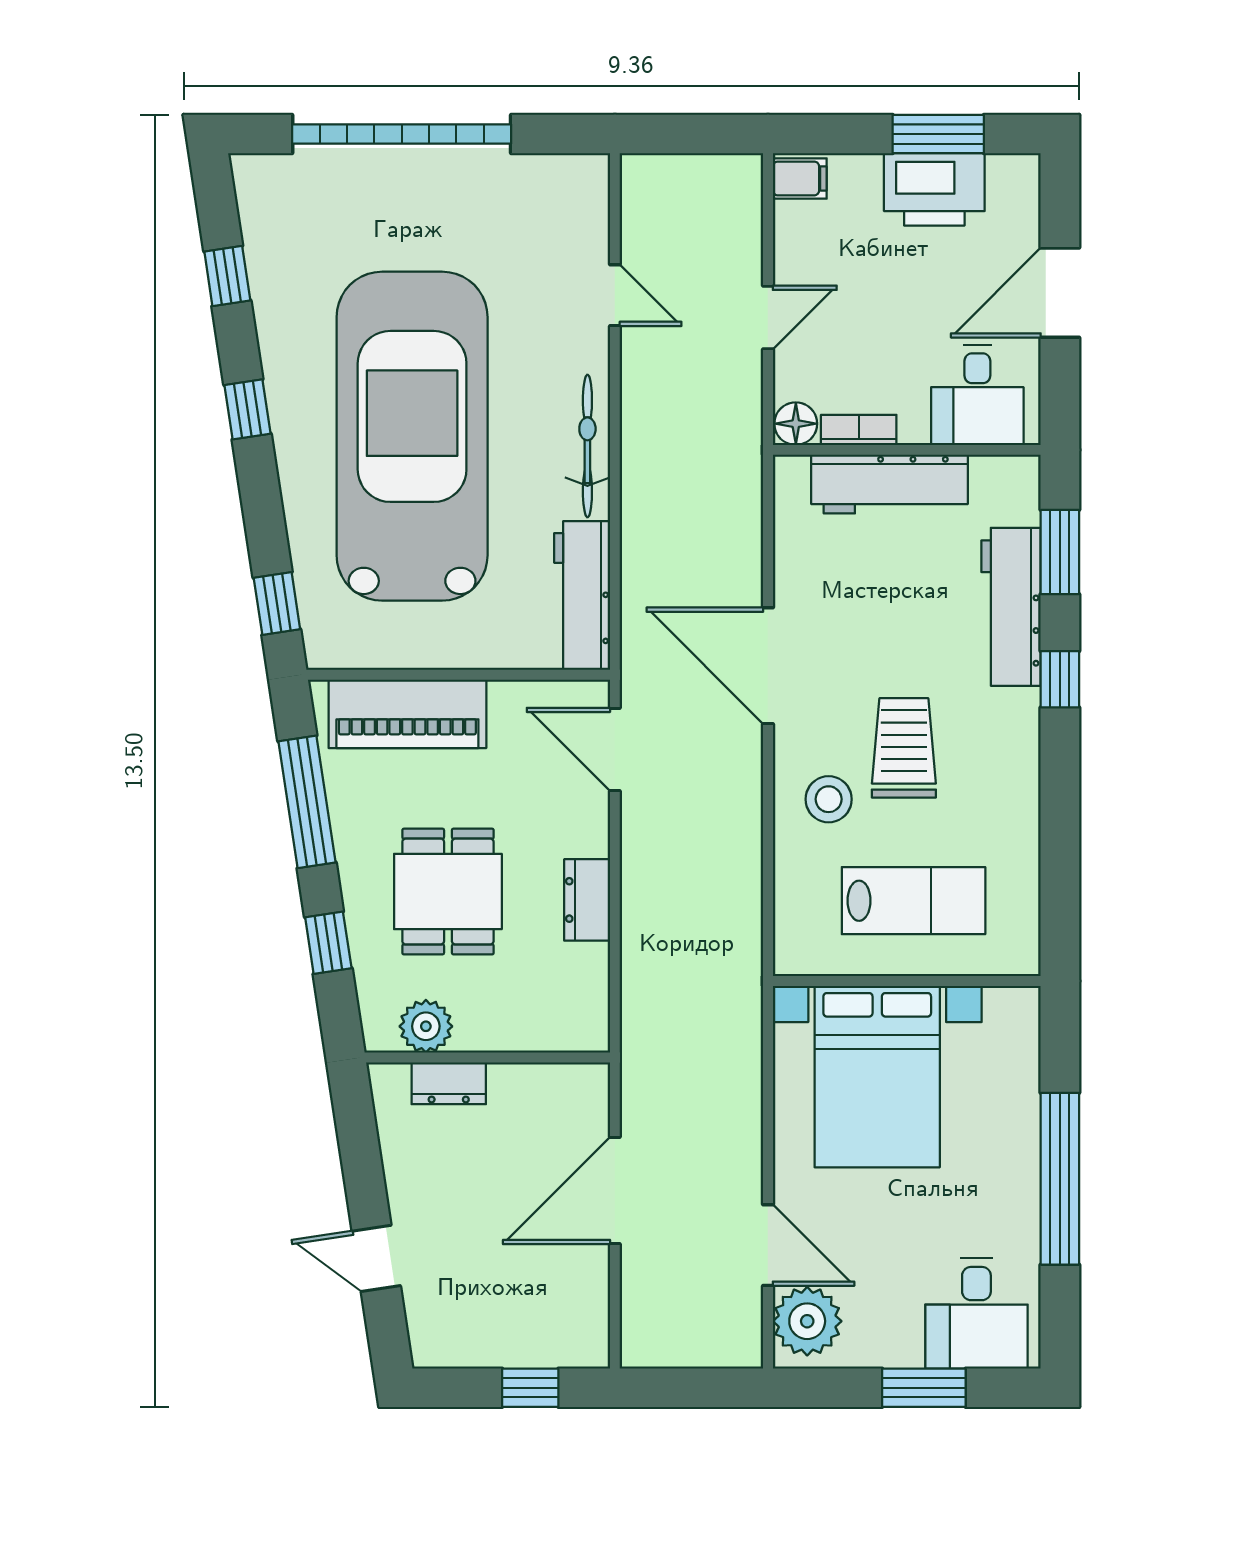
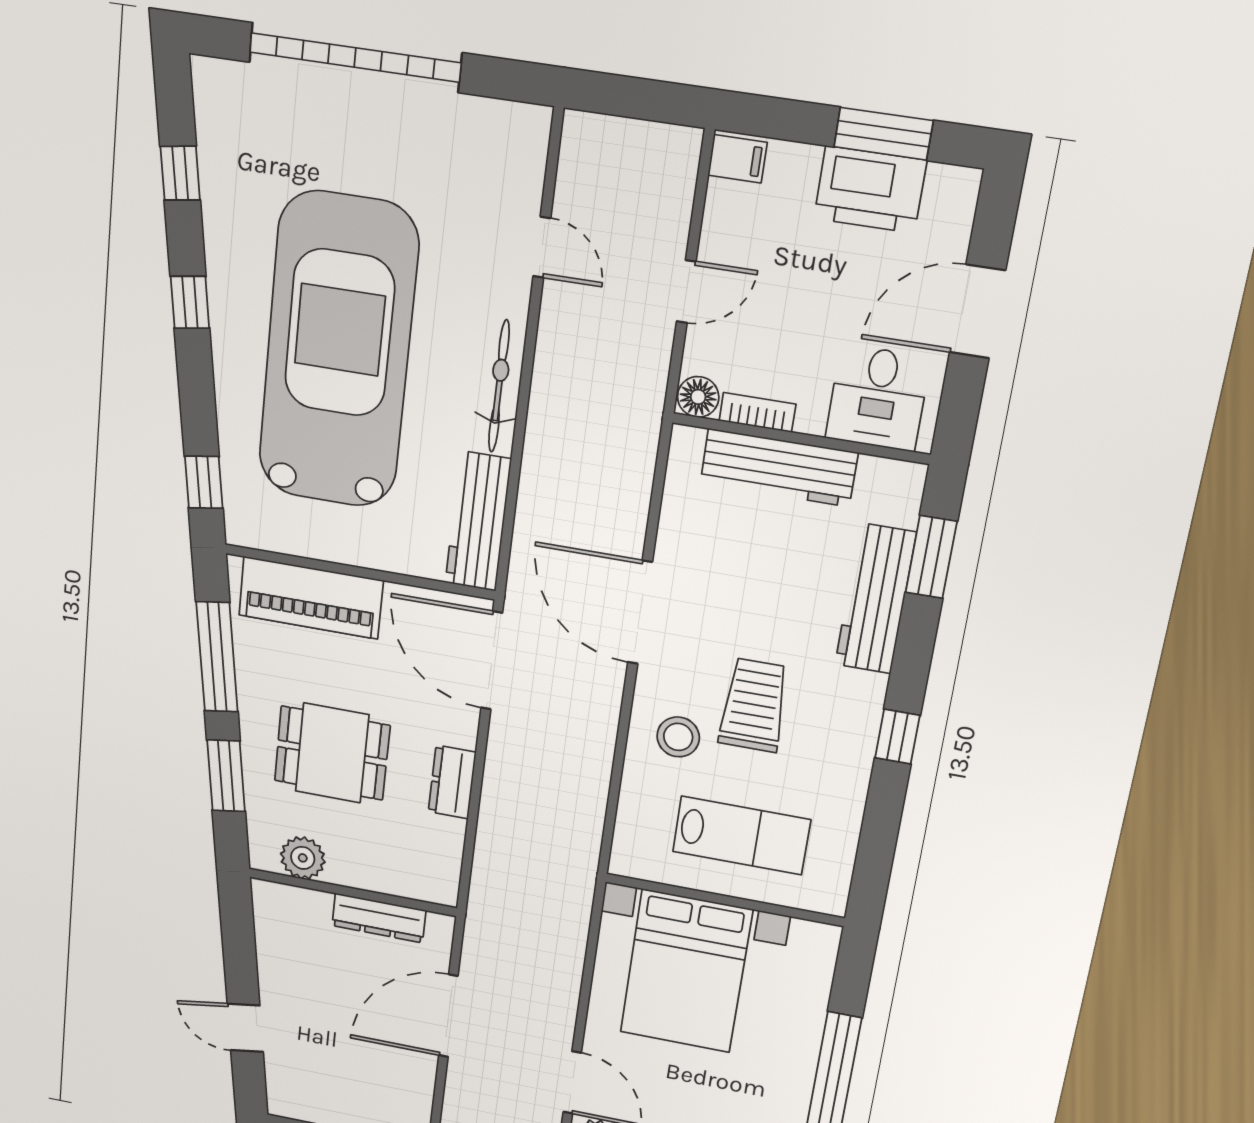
window: (1060, 679) -> (897, 737), moved
door: (615, 749) -> (492, 660), width x1.36
dining table: (448, 892) -> (332, 753), turned 90
window: (328, 943) -> (226, 776), width x1.50
dresser: (449, 1083) -> (379, 918), moved, width x1.44

